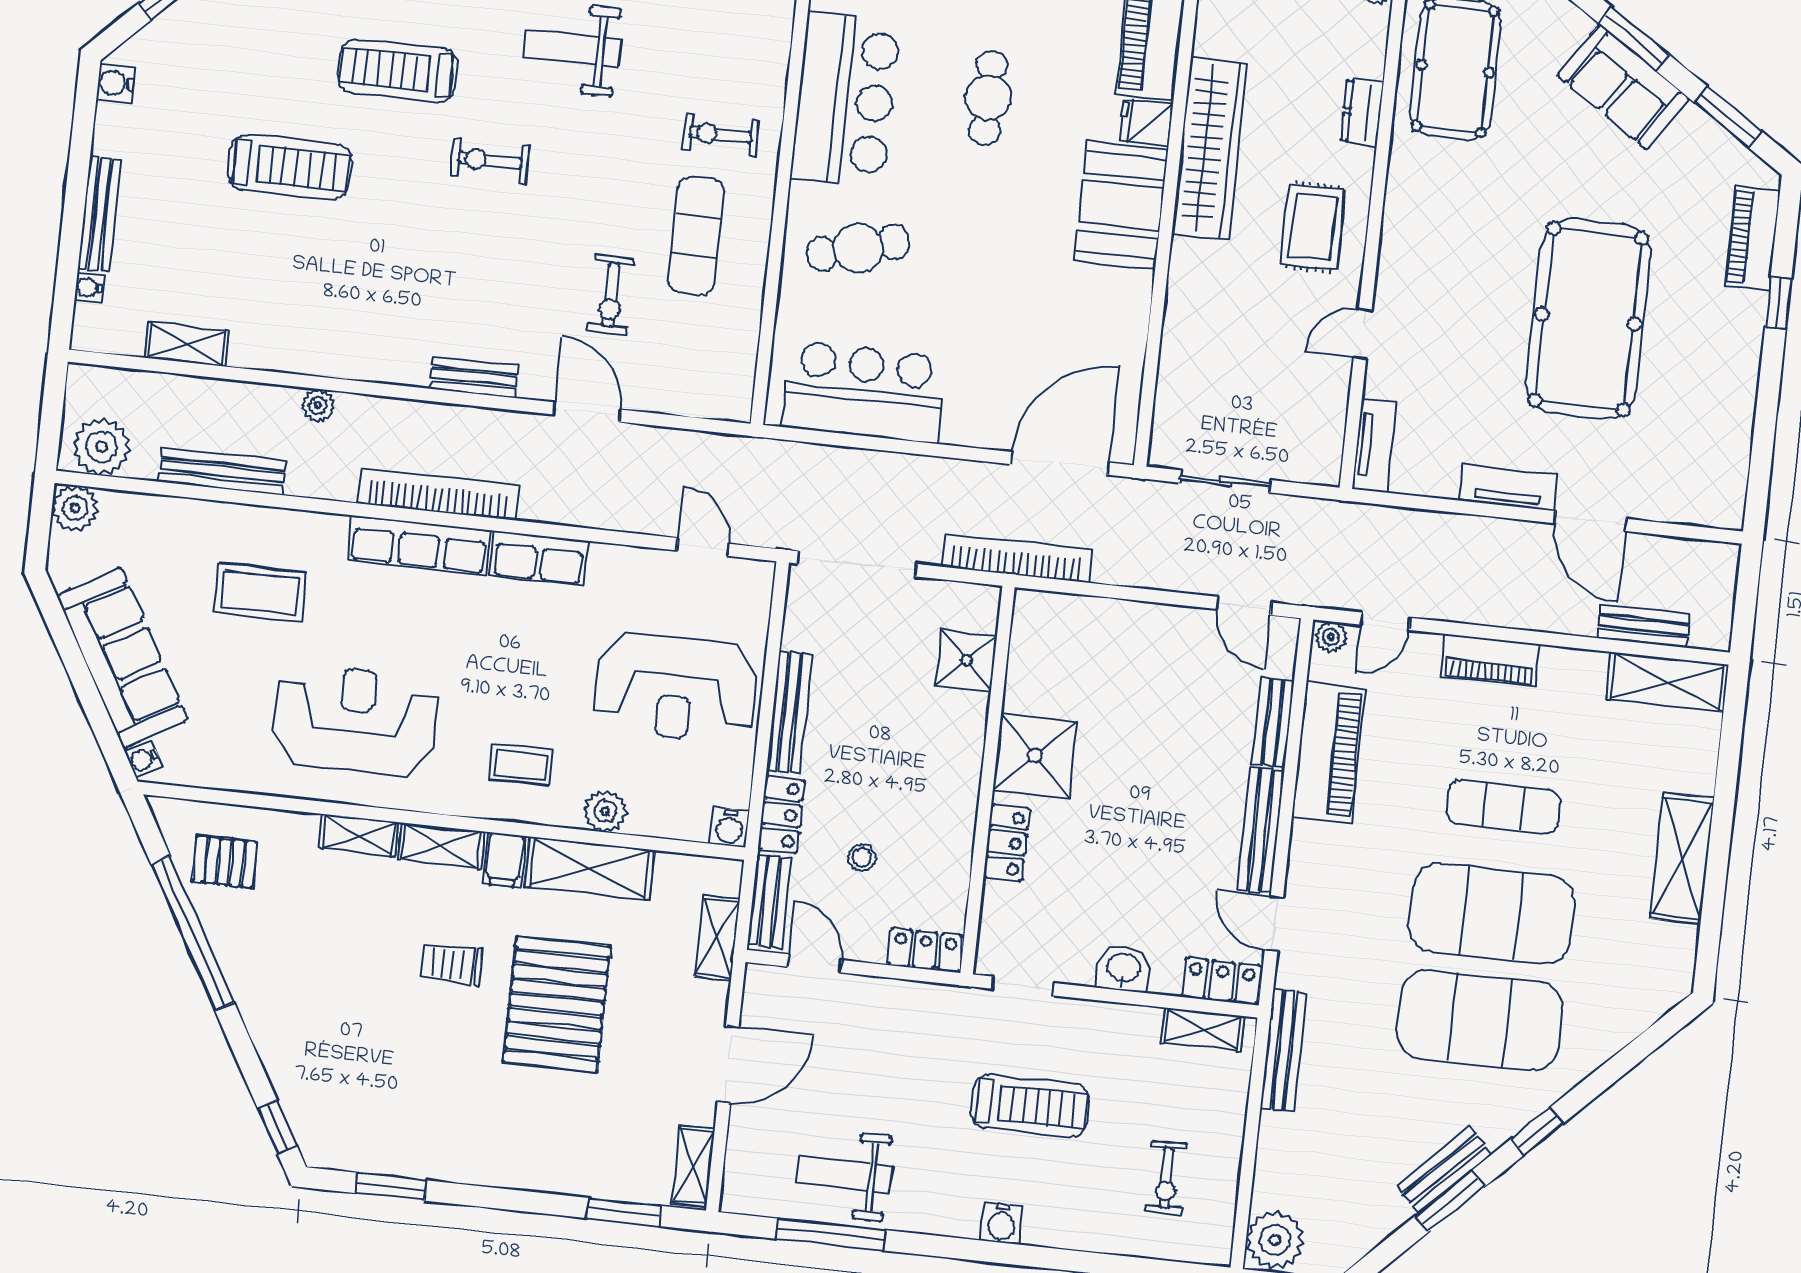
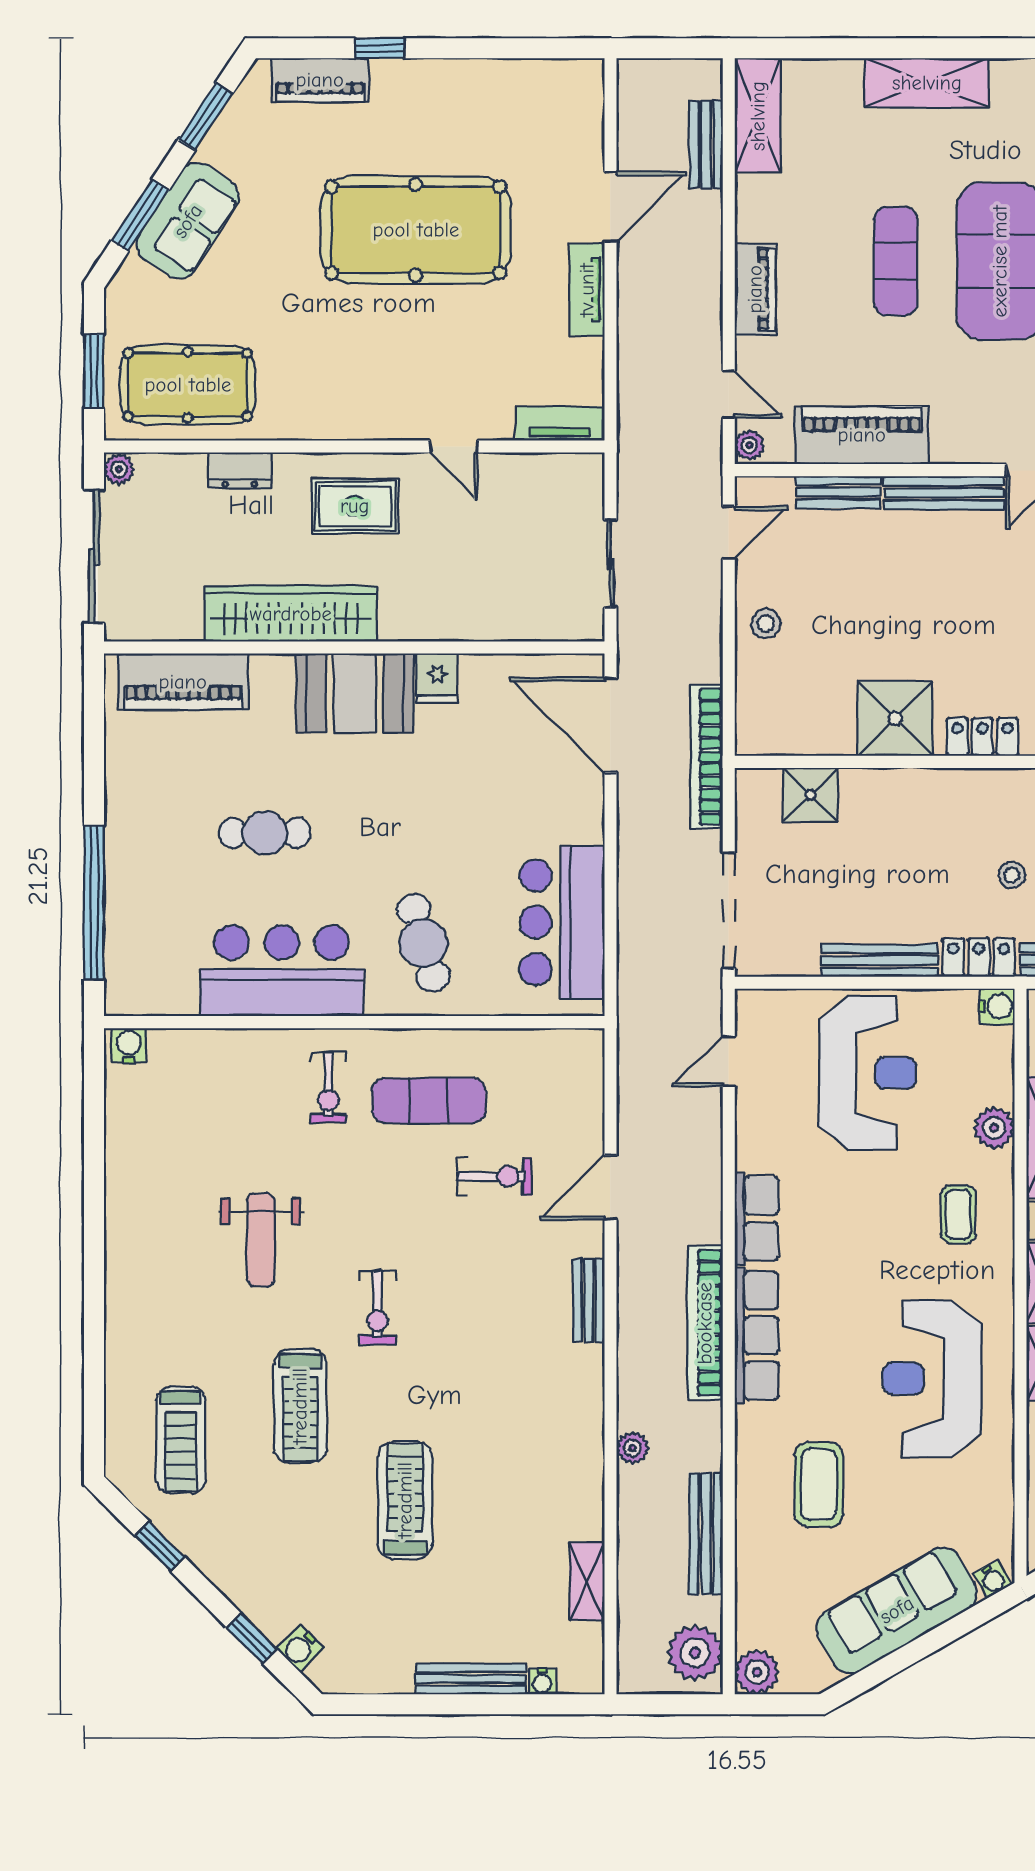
water cooler: (116, 83) -> (300, 1648), moved, turned 45
fridge: (1146, 122) -> (437, 678), moved
stool: (1147, 634) -> (766, 624), added

